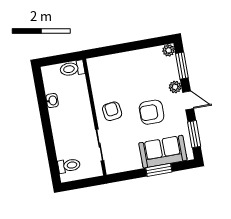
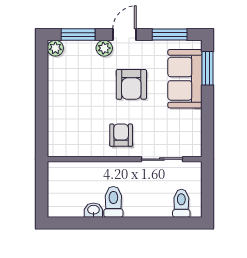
toilet: (72, 69) -> (113, 202), moved, turned 180
armchair: (112, 111) -> (121, 135), turned 98
window: (159, 170) -> (208, 68), moved

